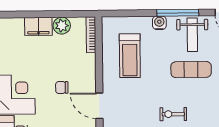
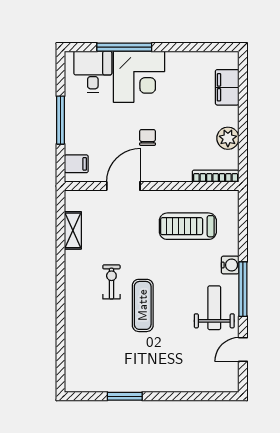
filing cabinet: (38, 26) -> (227, 87), moved
weight bench: (192, 35) -> (214, 308), turned 90
exercise mat: (191, 70) -> (143, 305), moved

